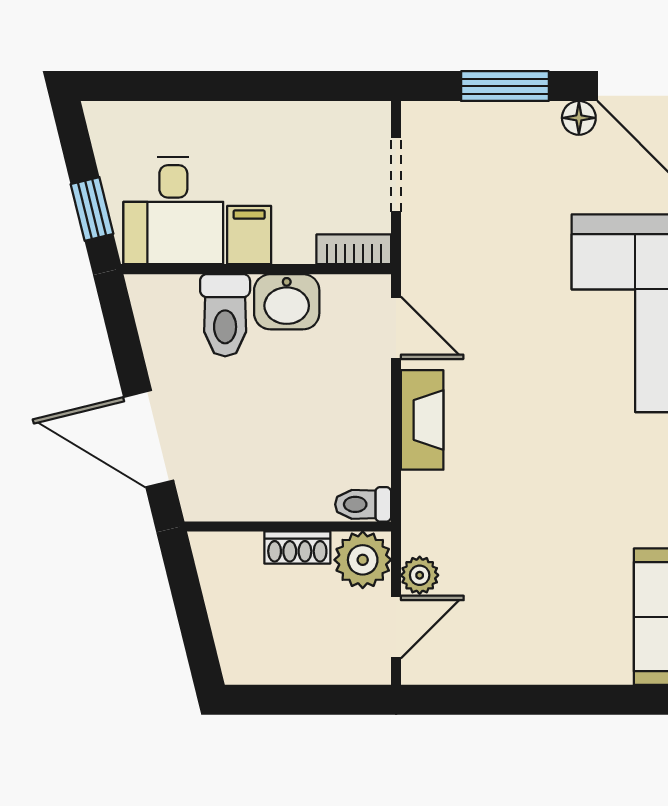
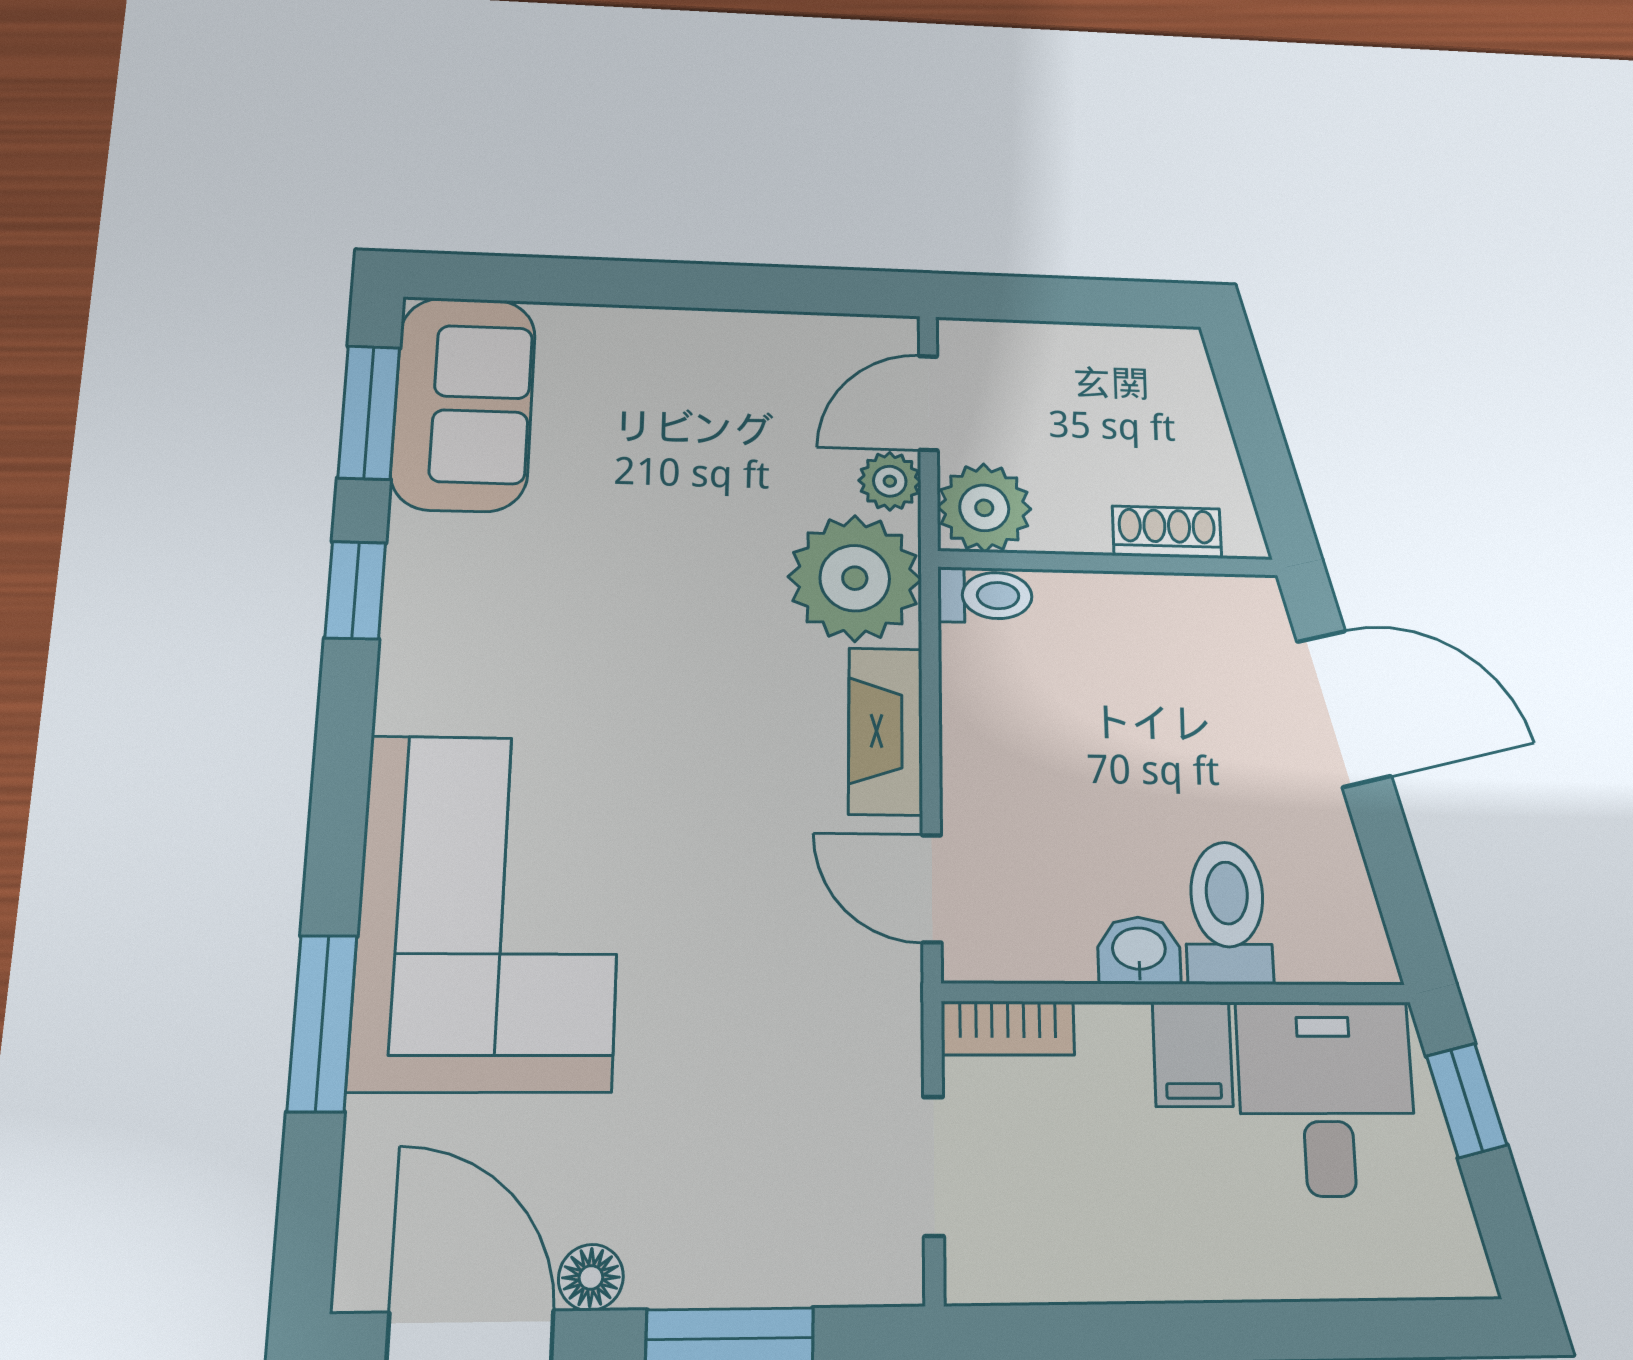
washbasin: (287, 302) -> (1139, 951), width x0.72, depth x0.69
plant: (440, 513) -> (855, 578), added
shoe rack: (297, 547) -> (1167, 532), moved

